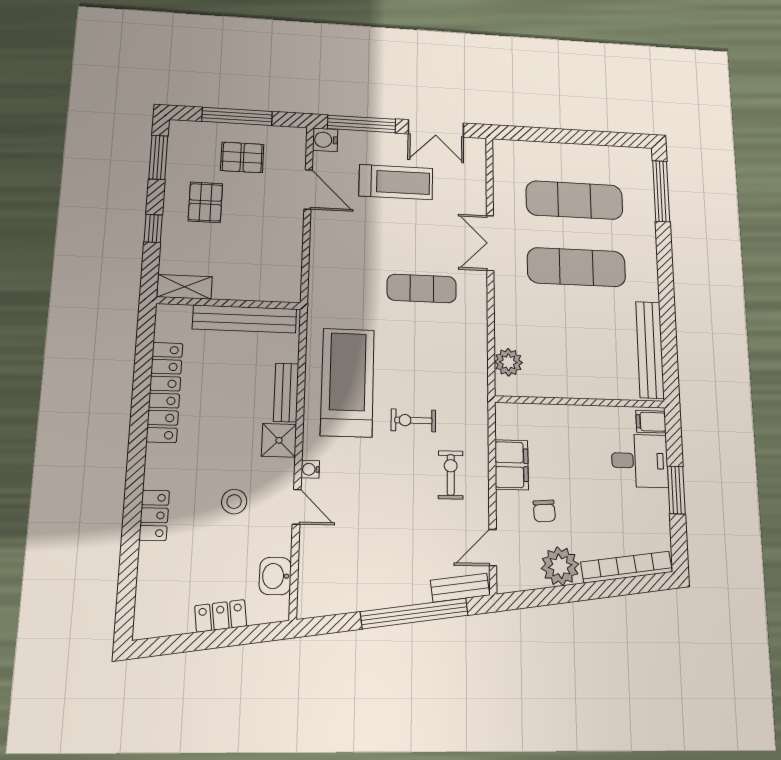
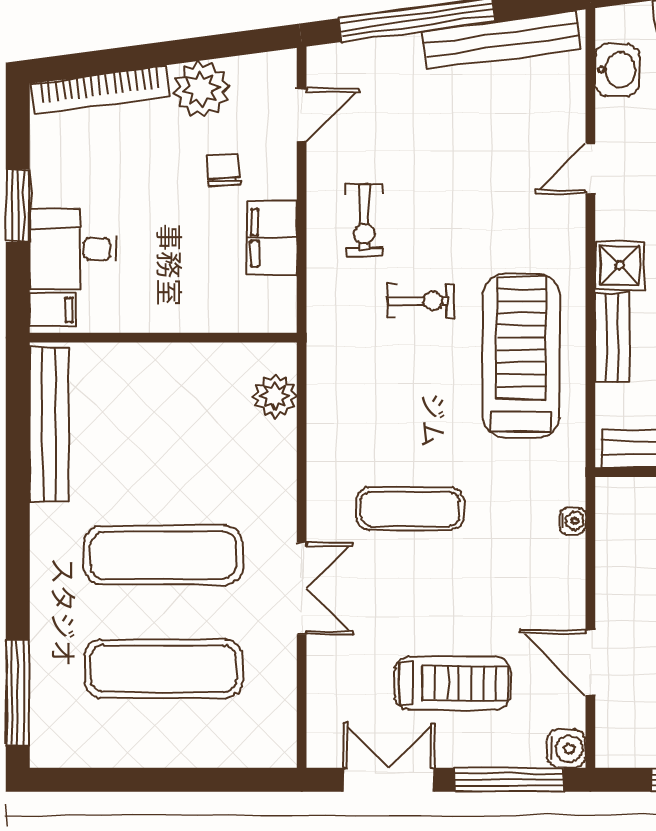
treadmill: (396, 182) -> (453, 683), turned 180
treadmill: (348, 382) -> (521, 356), turned 180
water cooler: (310, 469) -> (573, 521), moved
door: (297, 507) -> (590, 169), hinge flipped
bench: (460, 588) -> (501, 40), moved, width x1.86, depth x1.21

